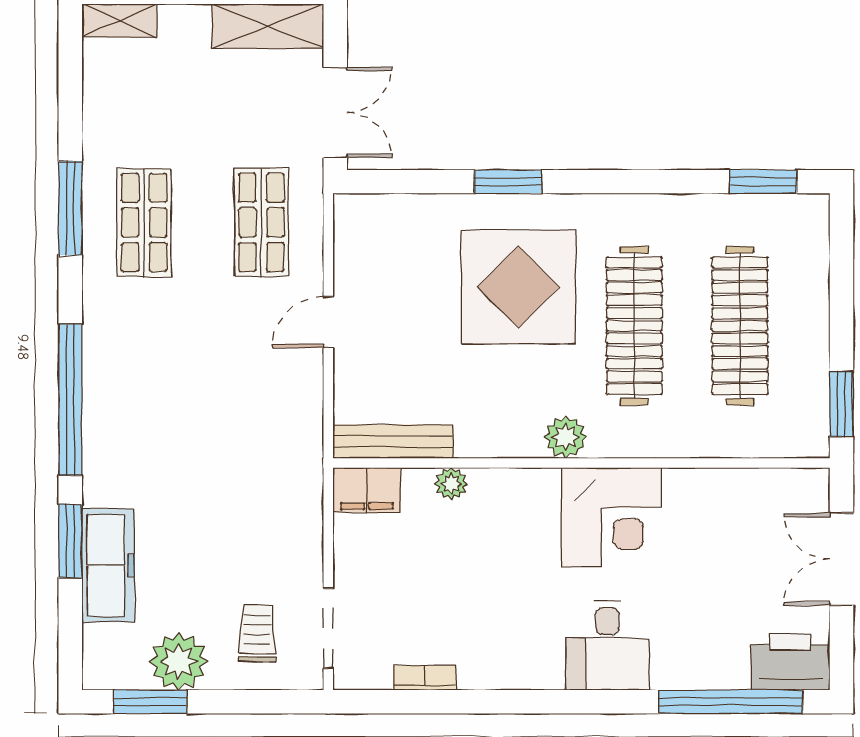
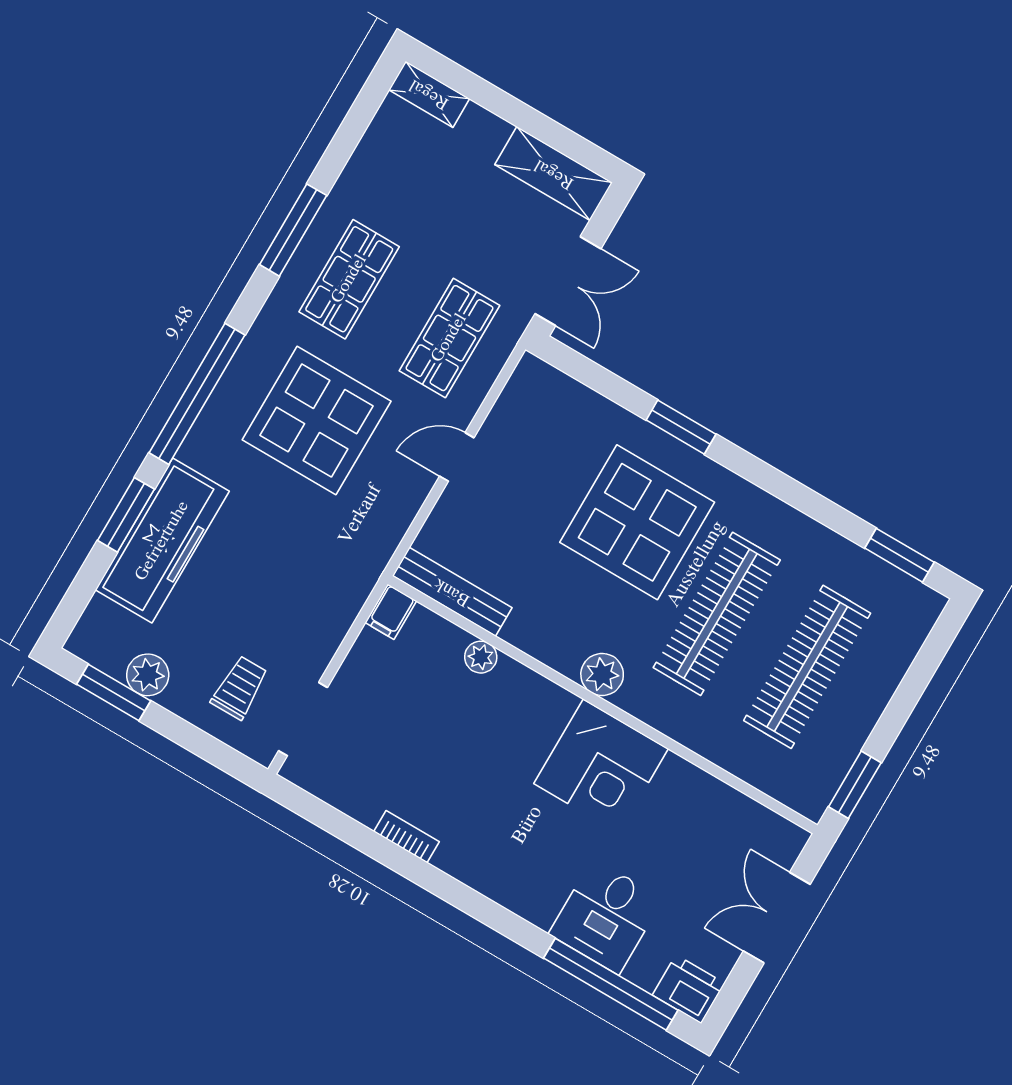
display table: (188, 362) -> (317, 421), added
filing cabinet: (367, 490) -> (391, 612), width x0.50
freezer: (108, 565) -> (162, 541), width x1.36, depth x1.26
desk: (607, 645) -> (606, 916), moved
plant: (178, 661) -> (148, 675), width x0.73, depth x0.73
printer: (790, 662) -> (689, 989), width x0.73, depth x0.84
bookcase: (425, 678) -> (406, 837), moved

